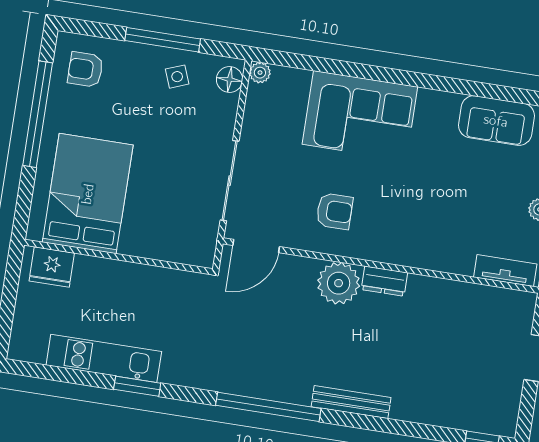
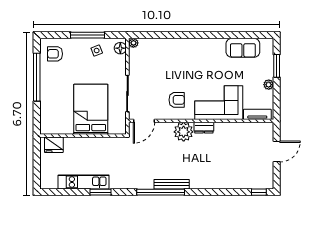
corner sofa: (360, 116) -> (219, 103), moved, turned 180
bed: (88, 194) -> (91, 109), moved
bench: (351, 402) -> (172, 184), moved

